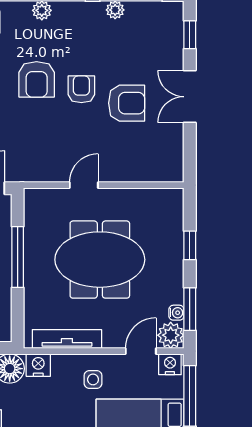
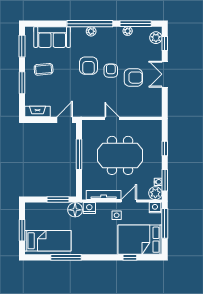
plant: (172, 23) -> (156, 38), added
door: (84, 185) -> (112, 118), hinge flipped
door: (141, 351) -> (129, 201), moved

